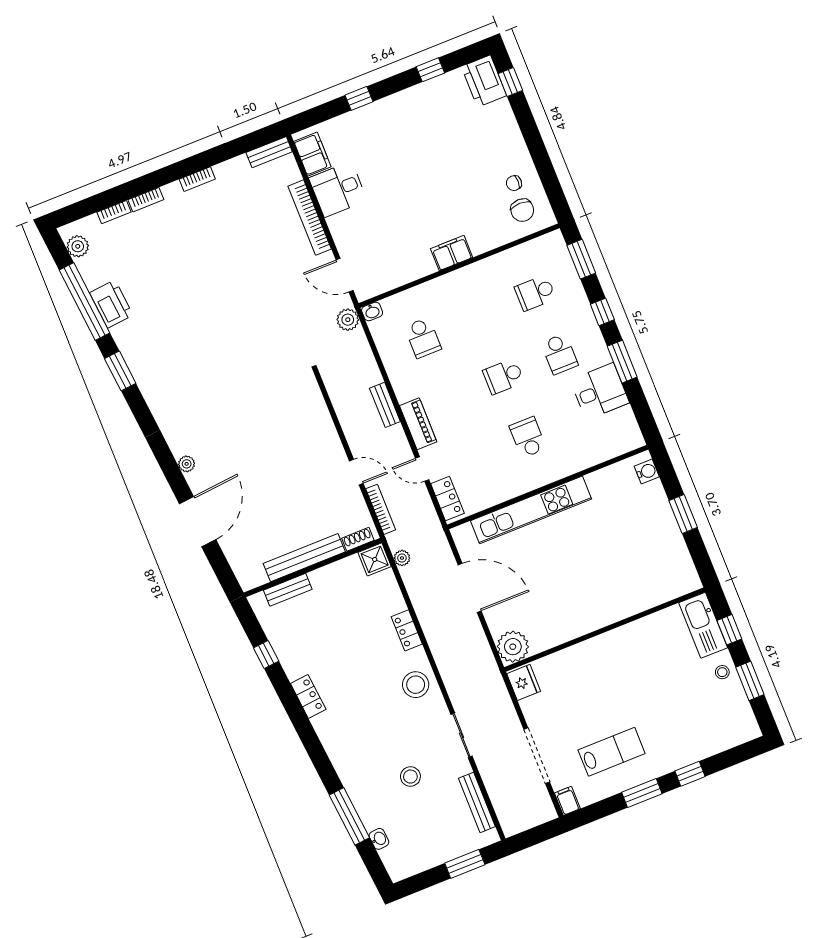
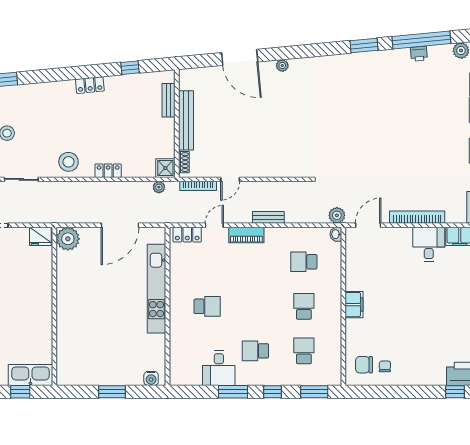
printer: (111, 304) -> (419, 54), width x0.53, depth x0.68
school desk: (503, 376) -> (304, 306), moved

